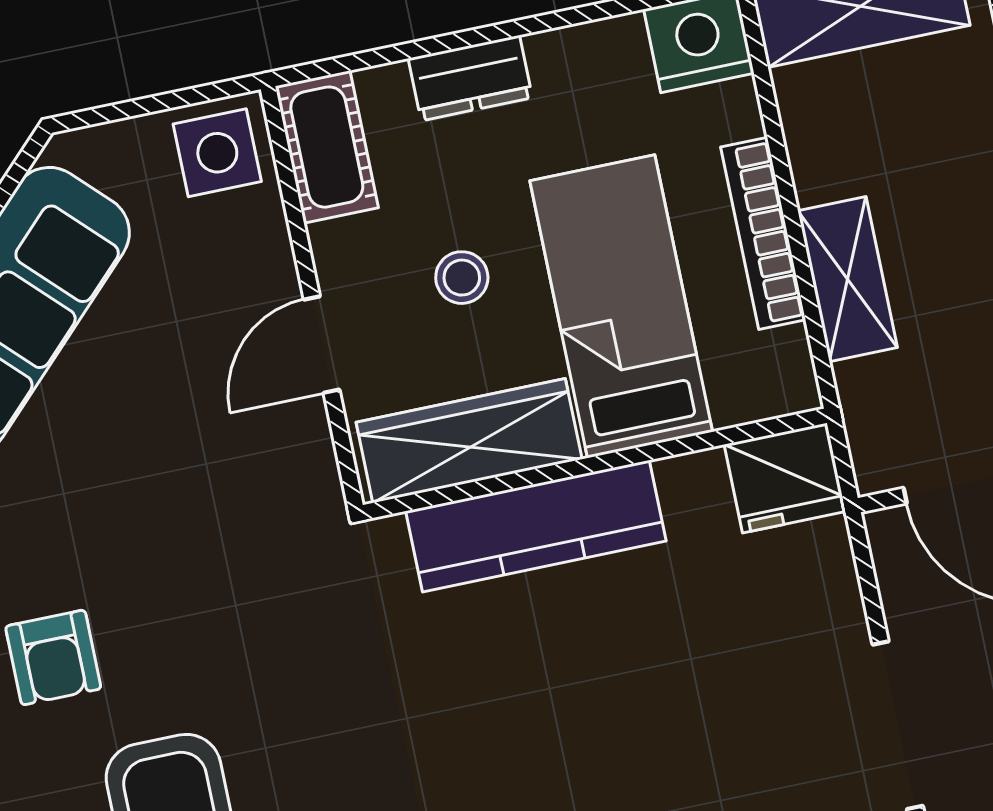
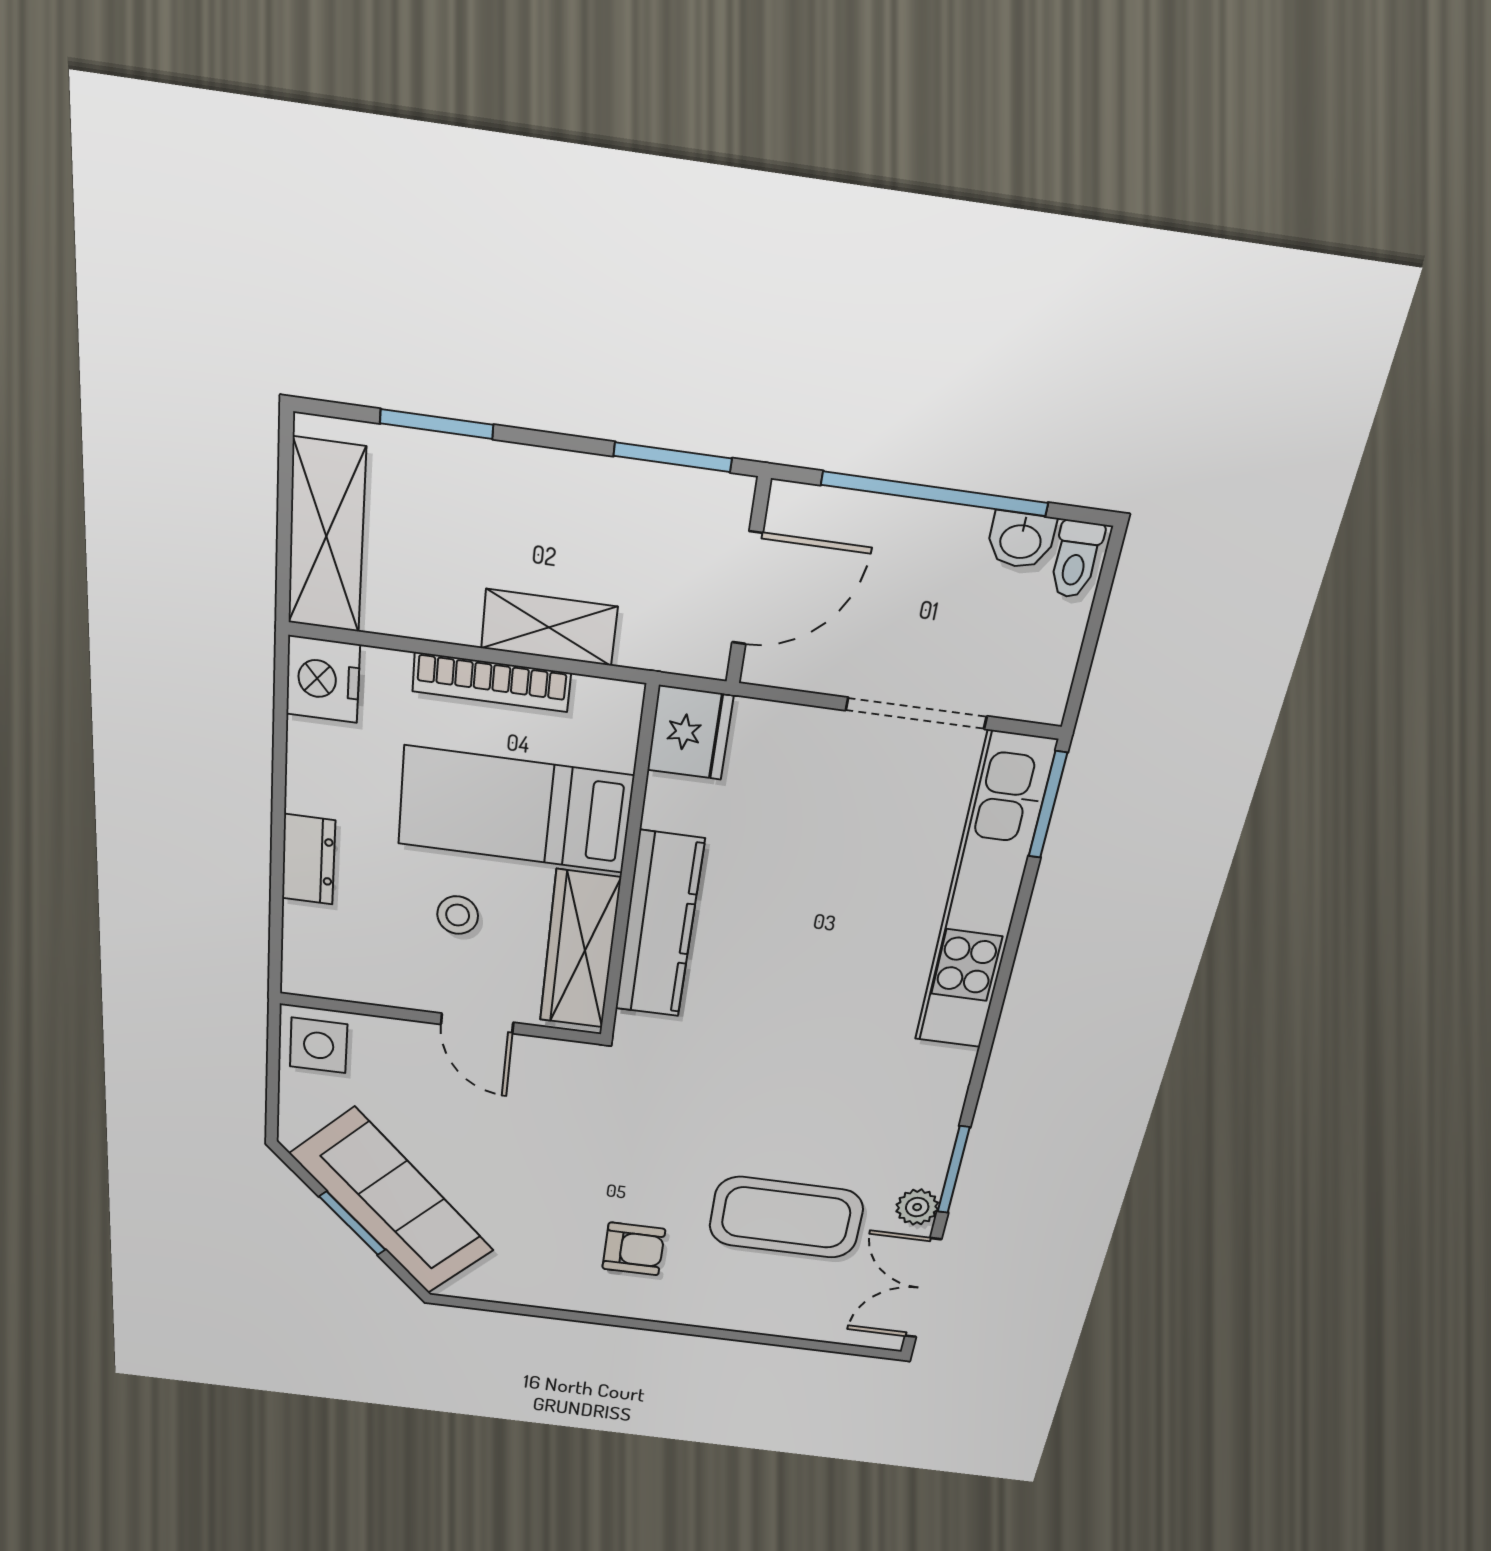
cot: (327, 147) -> (334, 974), removed

